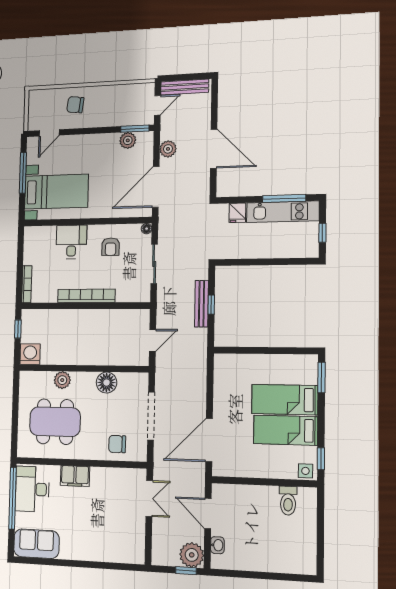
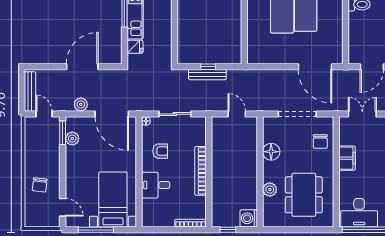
filing cabinet: (75, 476) -> (347, 158), moved

